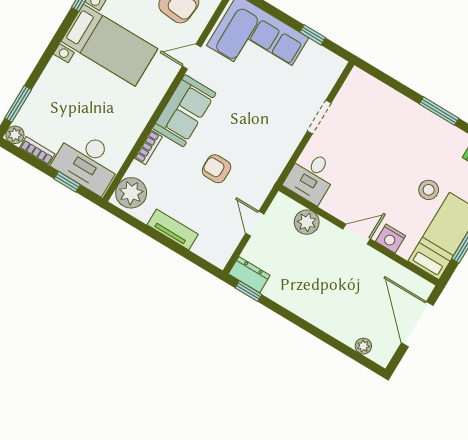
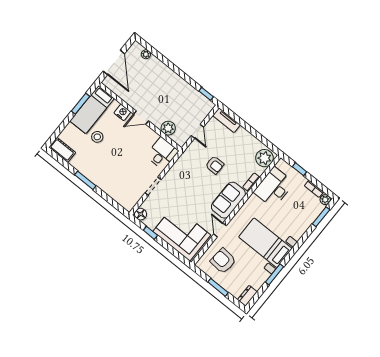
door: (192, 57) -> (220, 230), swing flipped
floor lamp: (334, 65) -> (141, 214), added
desk: (88, 161) -> (274, 187), moved, turned -90
tv unit: (173, 229) -> (226, 120), moved
dresser: (249, 275) -> (204, 103), removed

